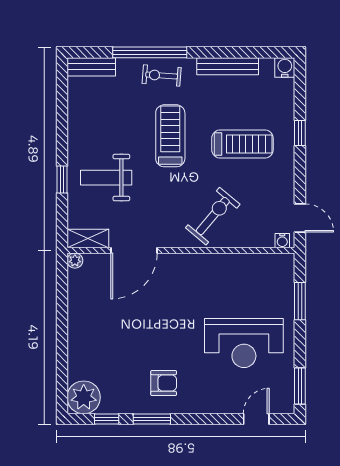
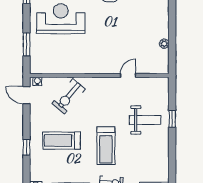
exercise bike: (213, 216) -> (69, 96), moved
shelving: (88, 238) -> (156, 83), removed
door: (134, 250) -> (128, 75), width x0.53
plant: (75, 261) -> (164, 44), moved

